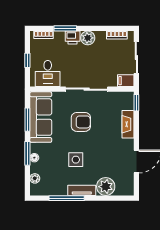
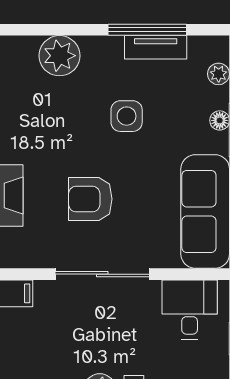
armchair: (81, 122) -> (90, 199), moved
tv unit: (82, 190) -> (156, 47), moved

